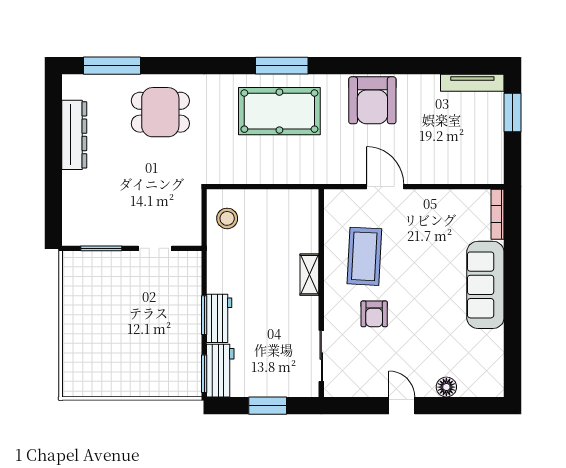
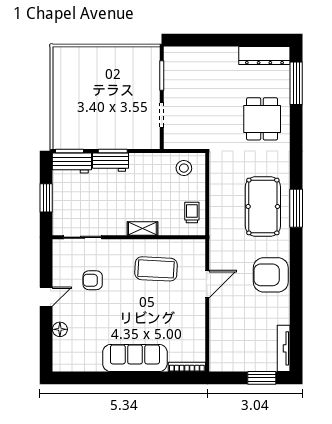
dresser: (74, 135) -> (264, 56), moved
trolley: (288, 208) -> (192, 212), added
armchair: (374, 314) -> (93, 280), moved

